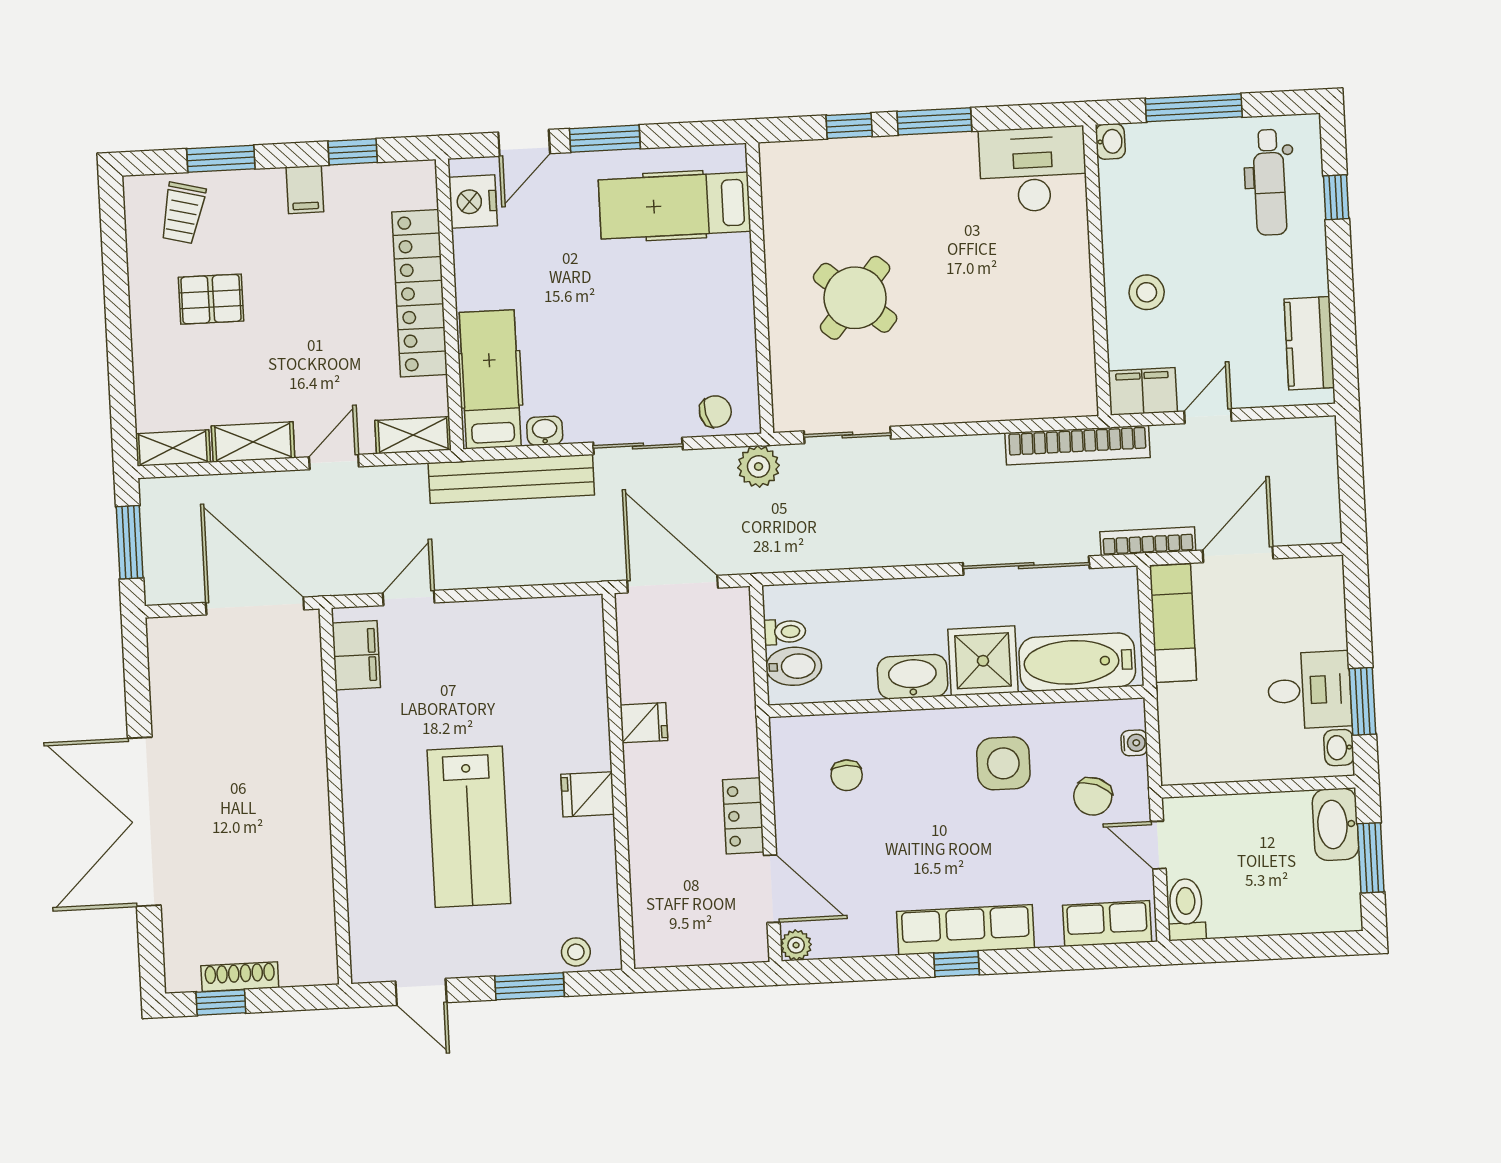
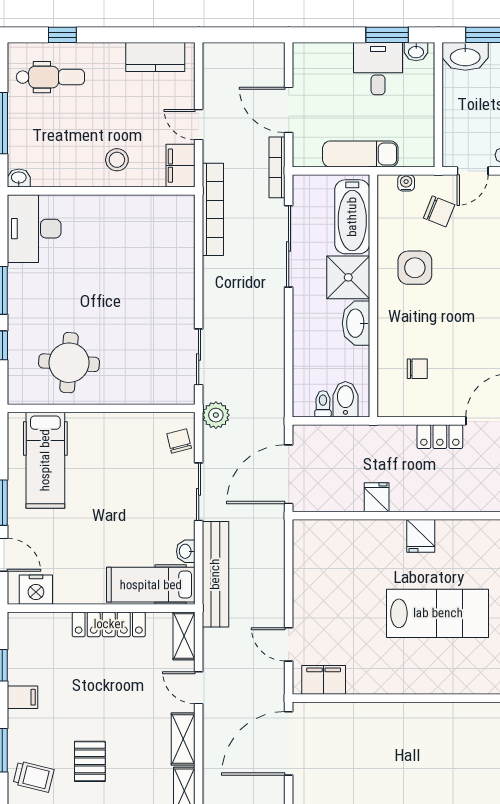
locker: (420, 293) -> (109, 624), width x0.71, depth x0.83
round table: (855, 298) -> (69, 363), moved, turned -36
exam couch: (1173, 623) -> (360, 154), moved

